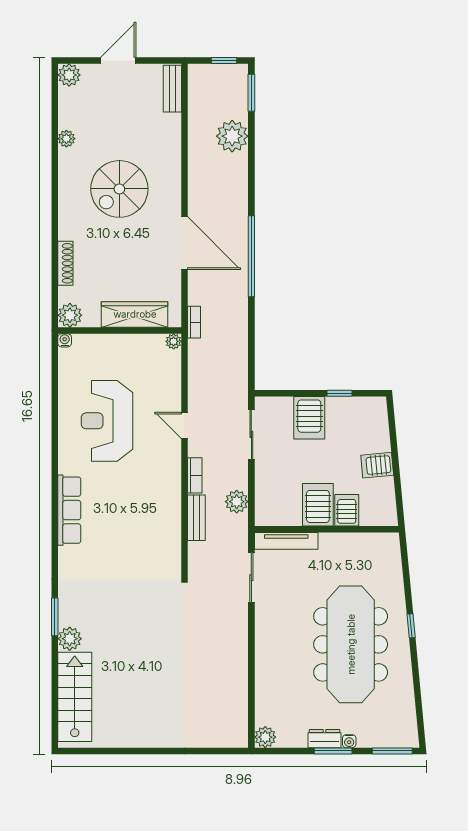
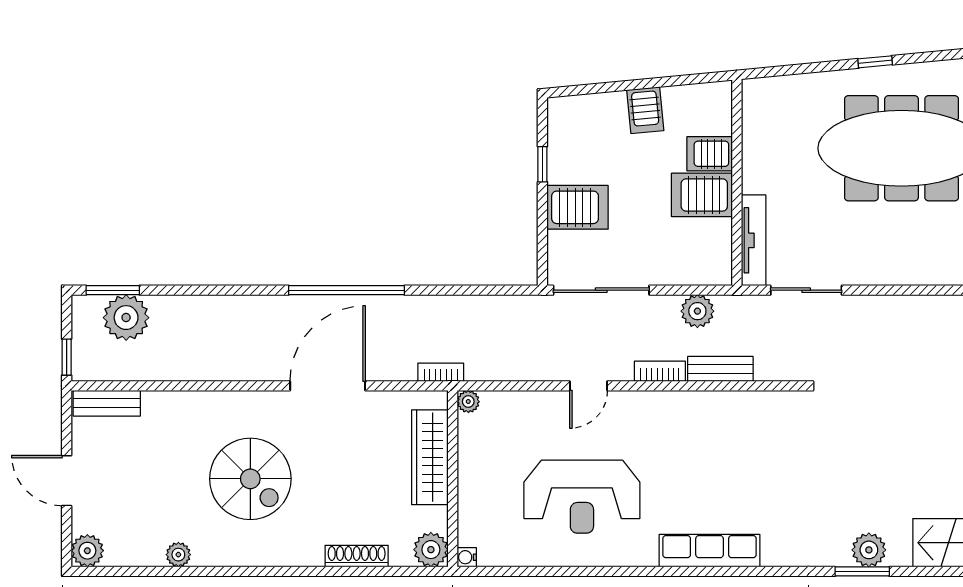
window: (224, 61) -> (67, 357), moved
plant: (232, 136) -> (126, 318), moved
sliding door: (251, 434) -> (601, 290), width x1.37
plant: (70, 639) -> (869, 550), moved

